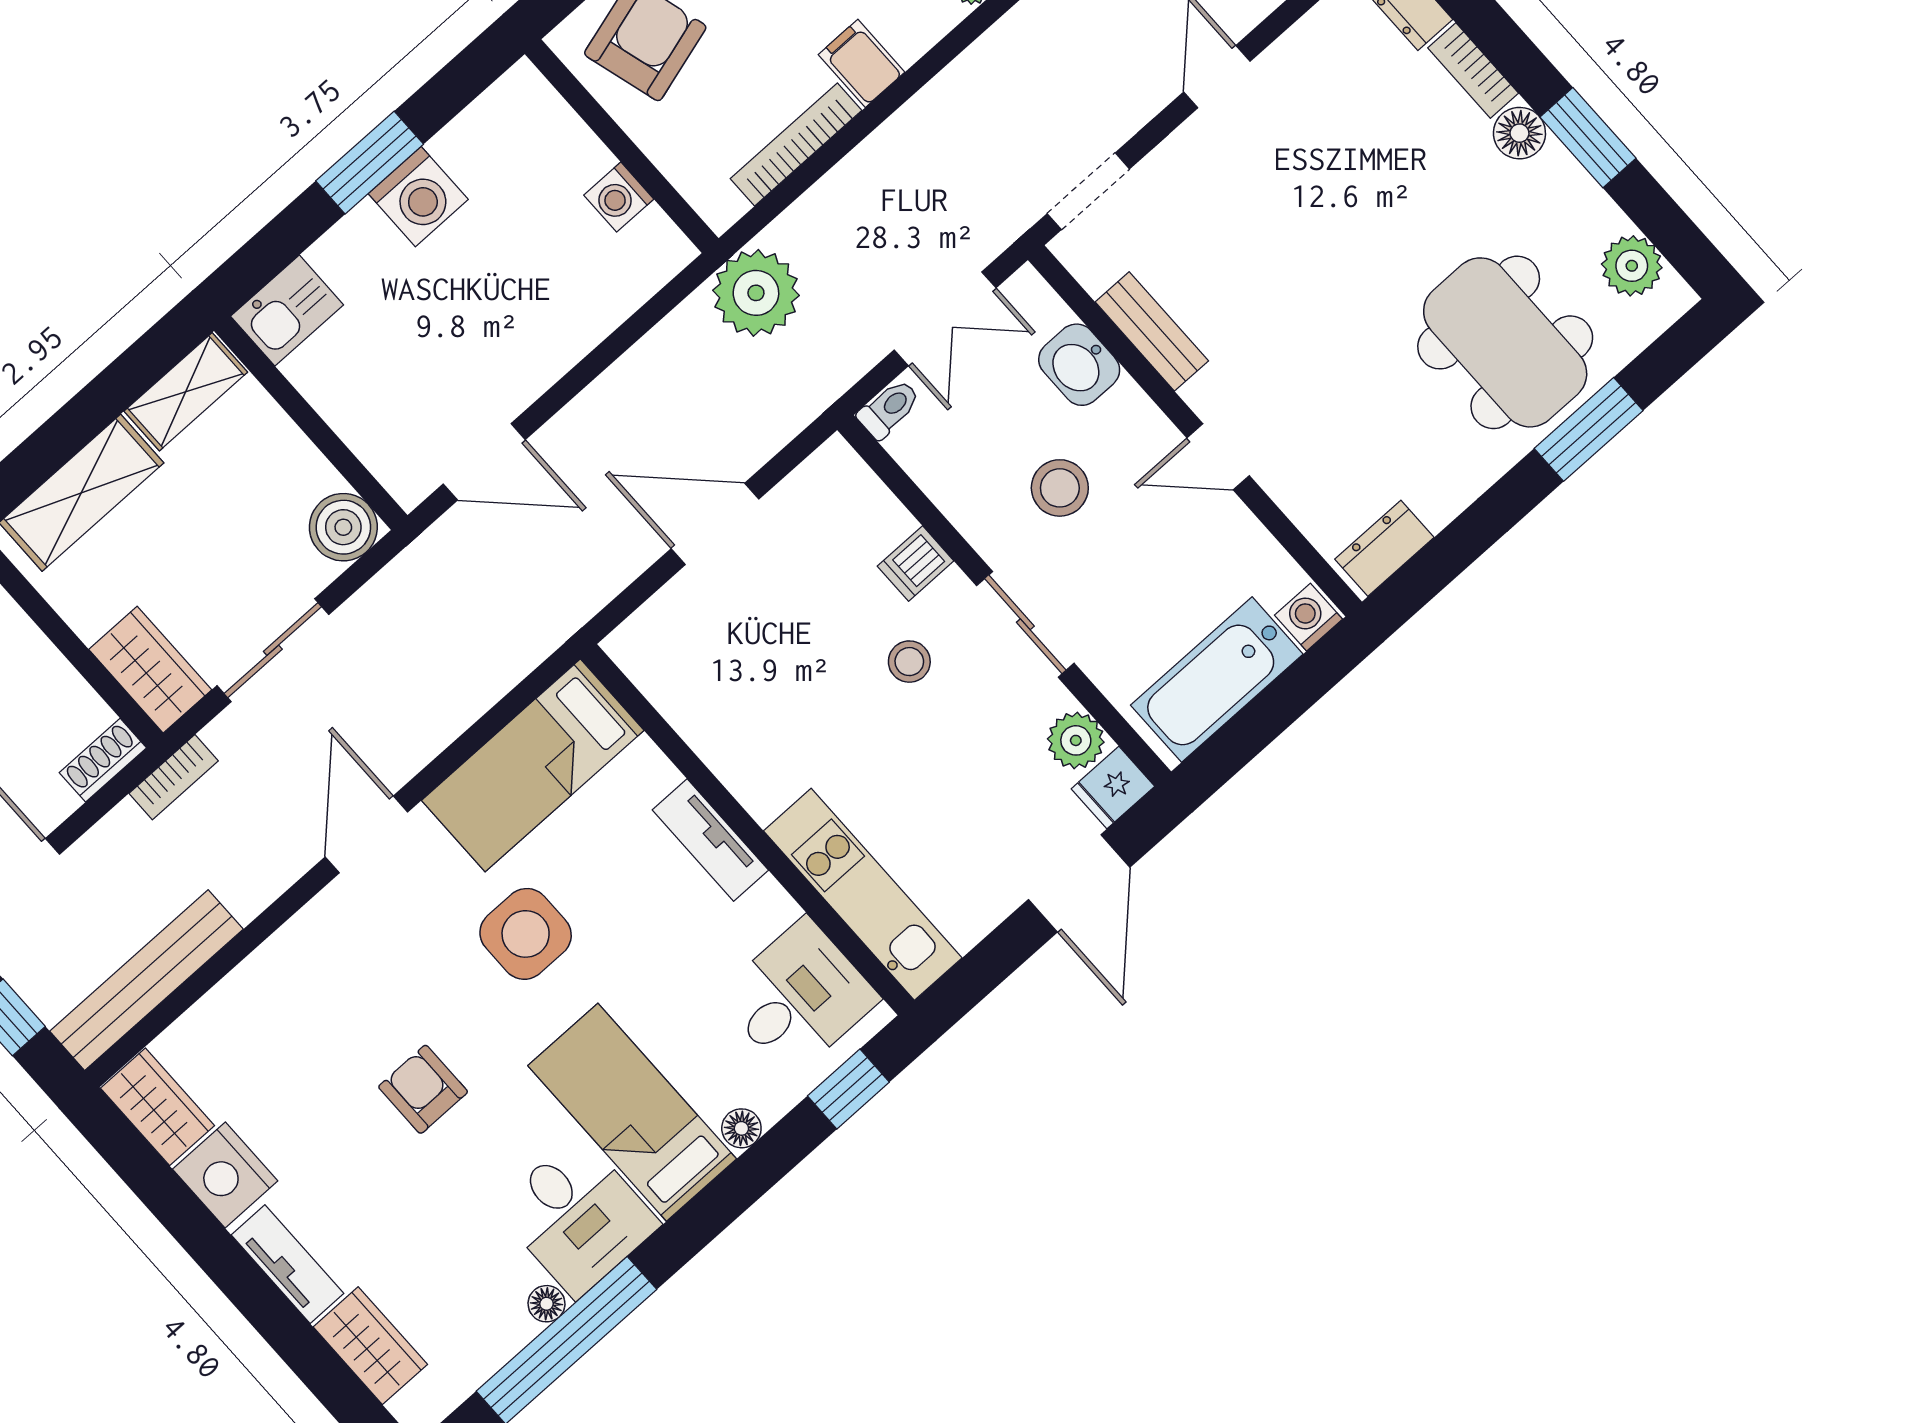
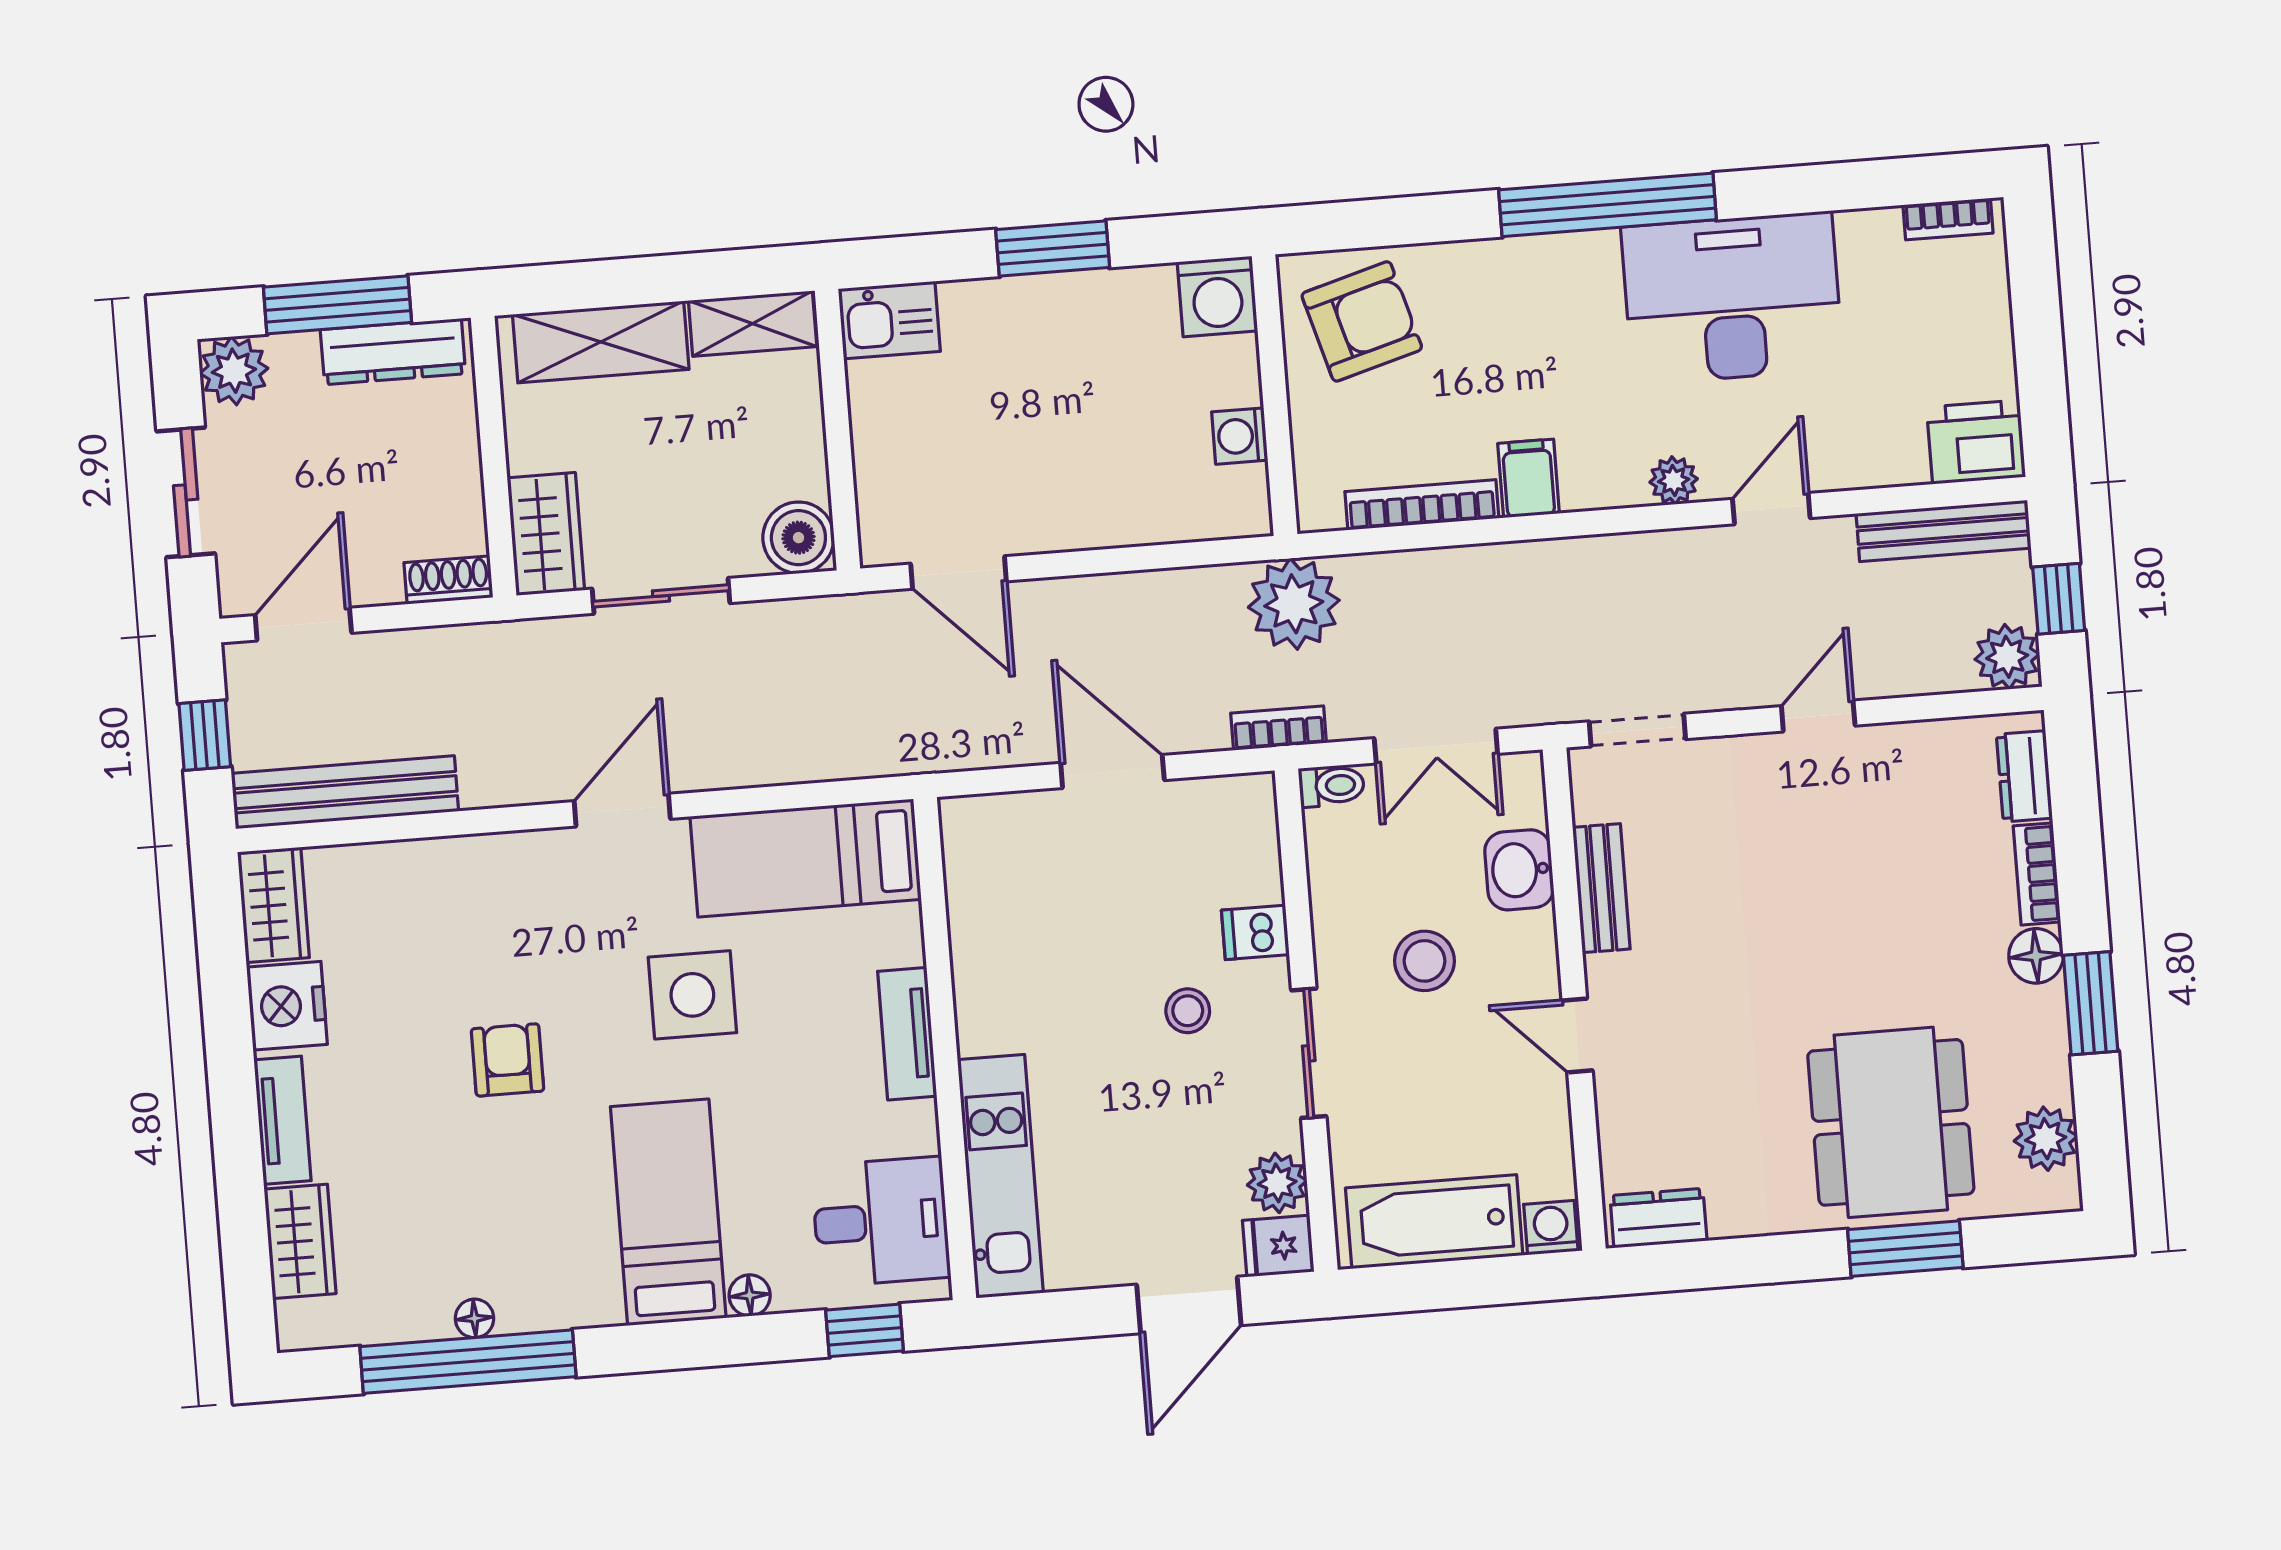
washing machine: (418, 197) -> (1217, 297), moved
bookcase: (174, 777) -> (1279, 728), moved, turned 180
desk: (577, 1216) -> (556, 1265), removed

